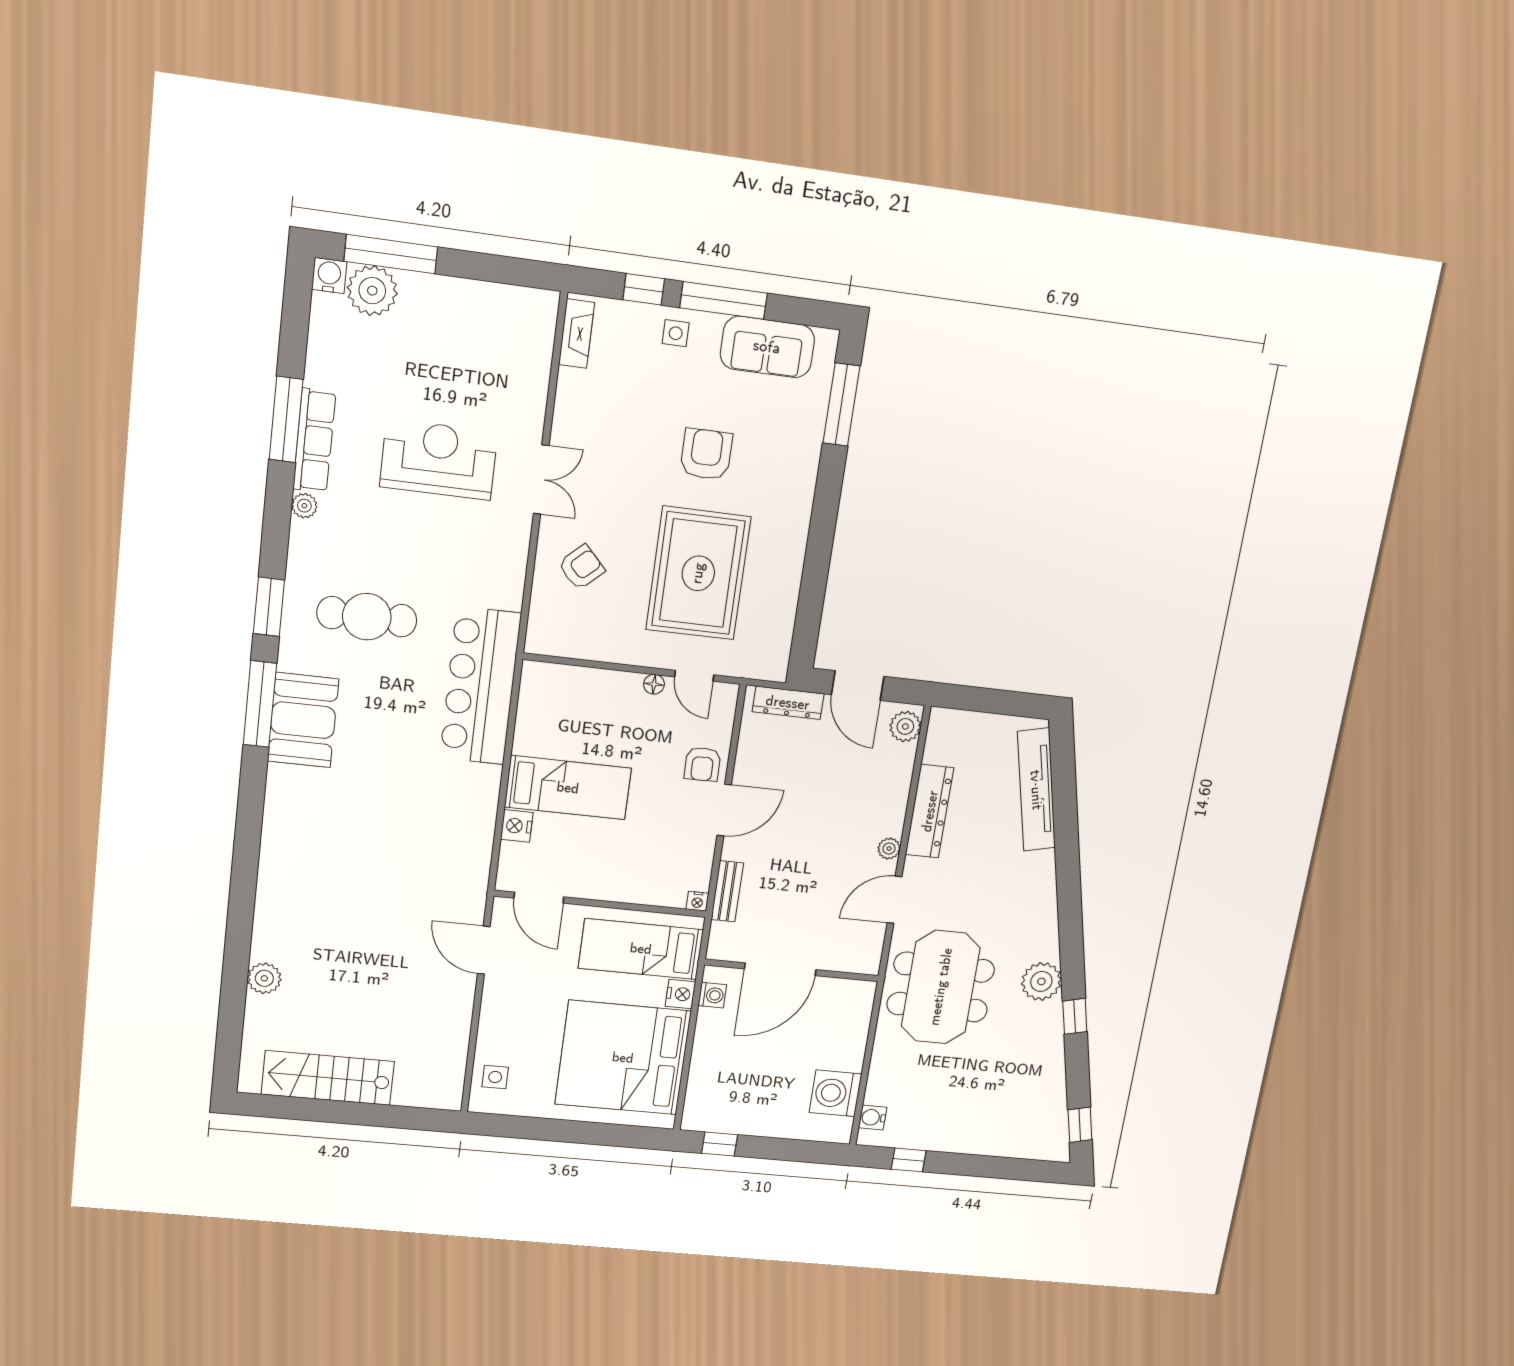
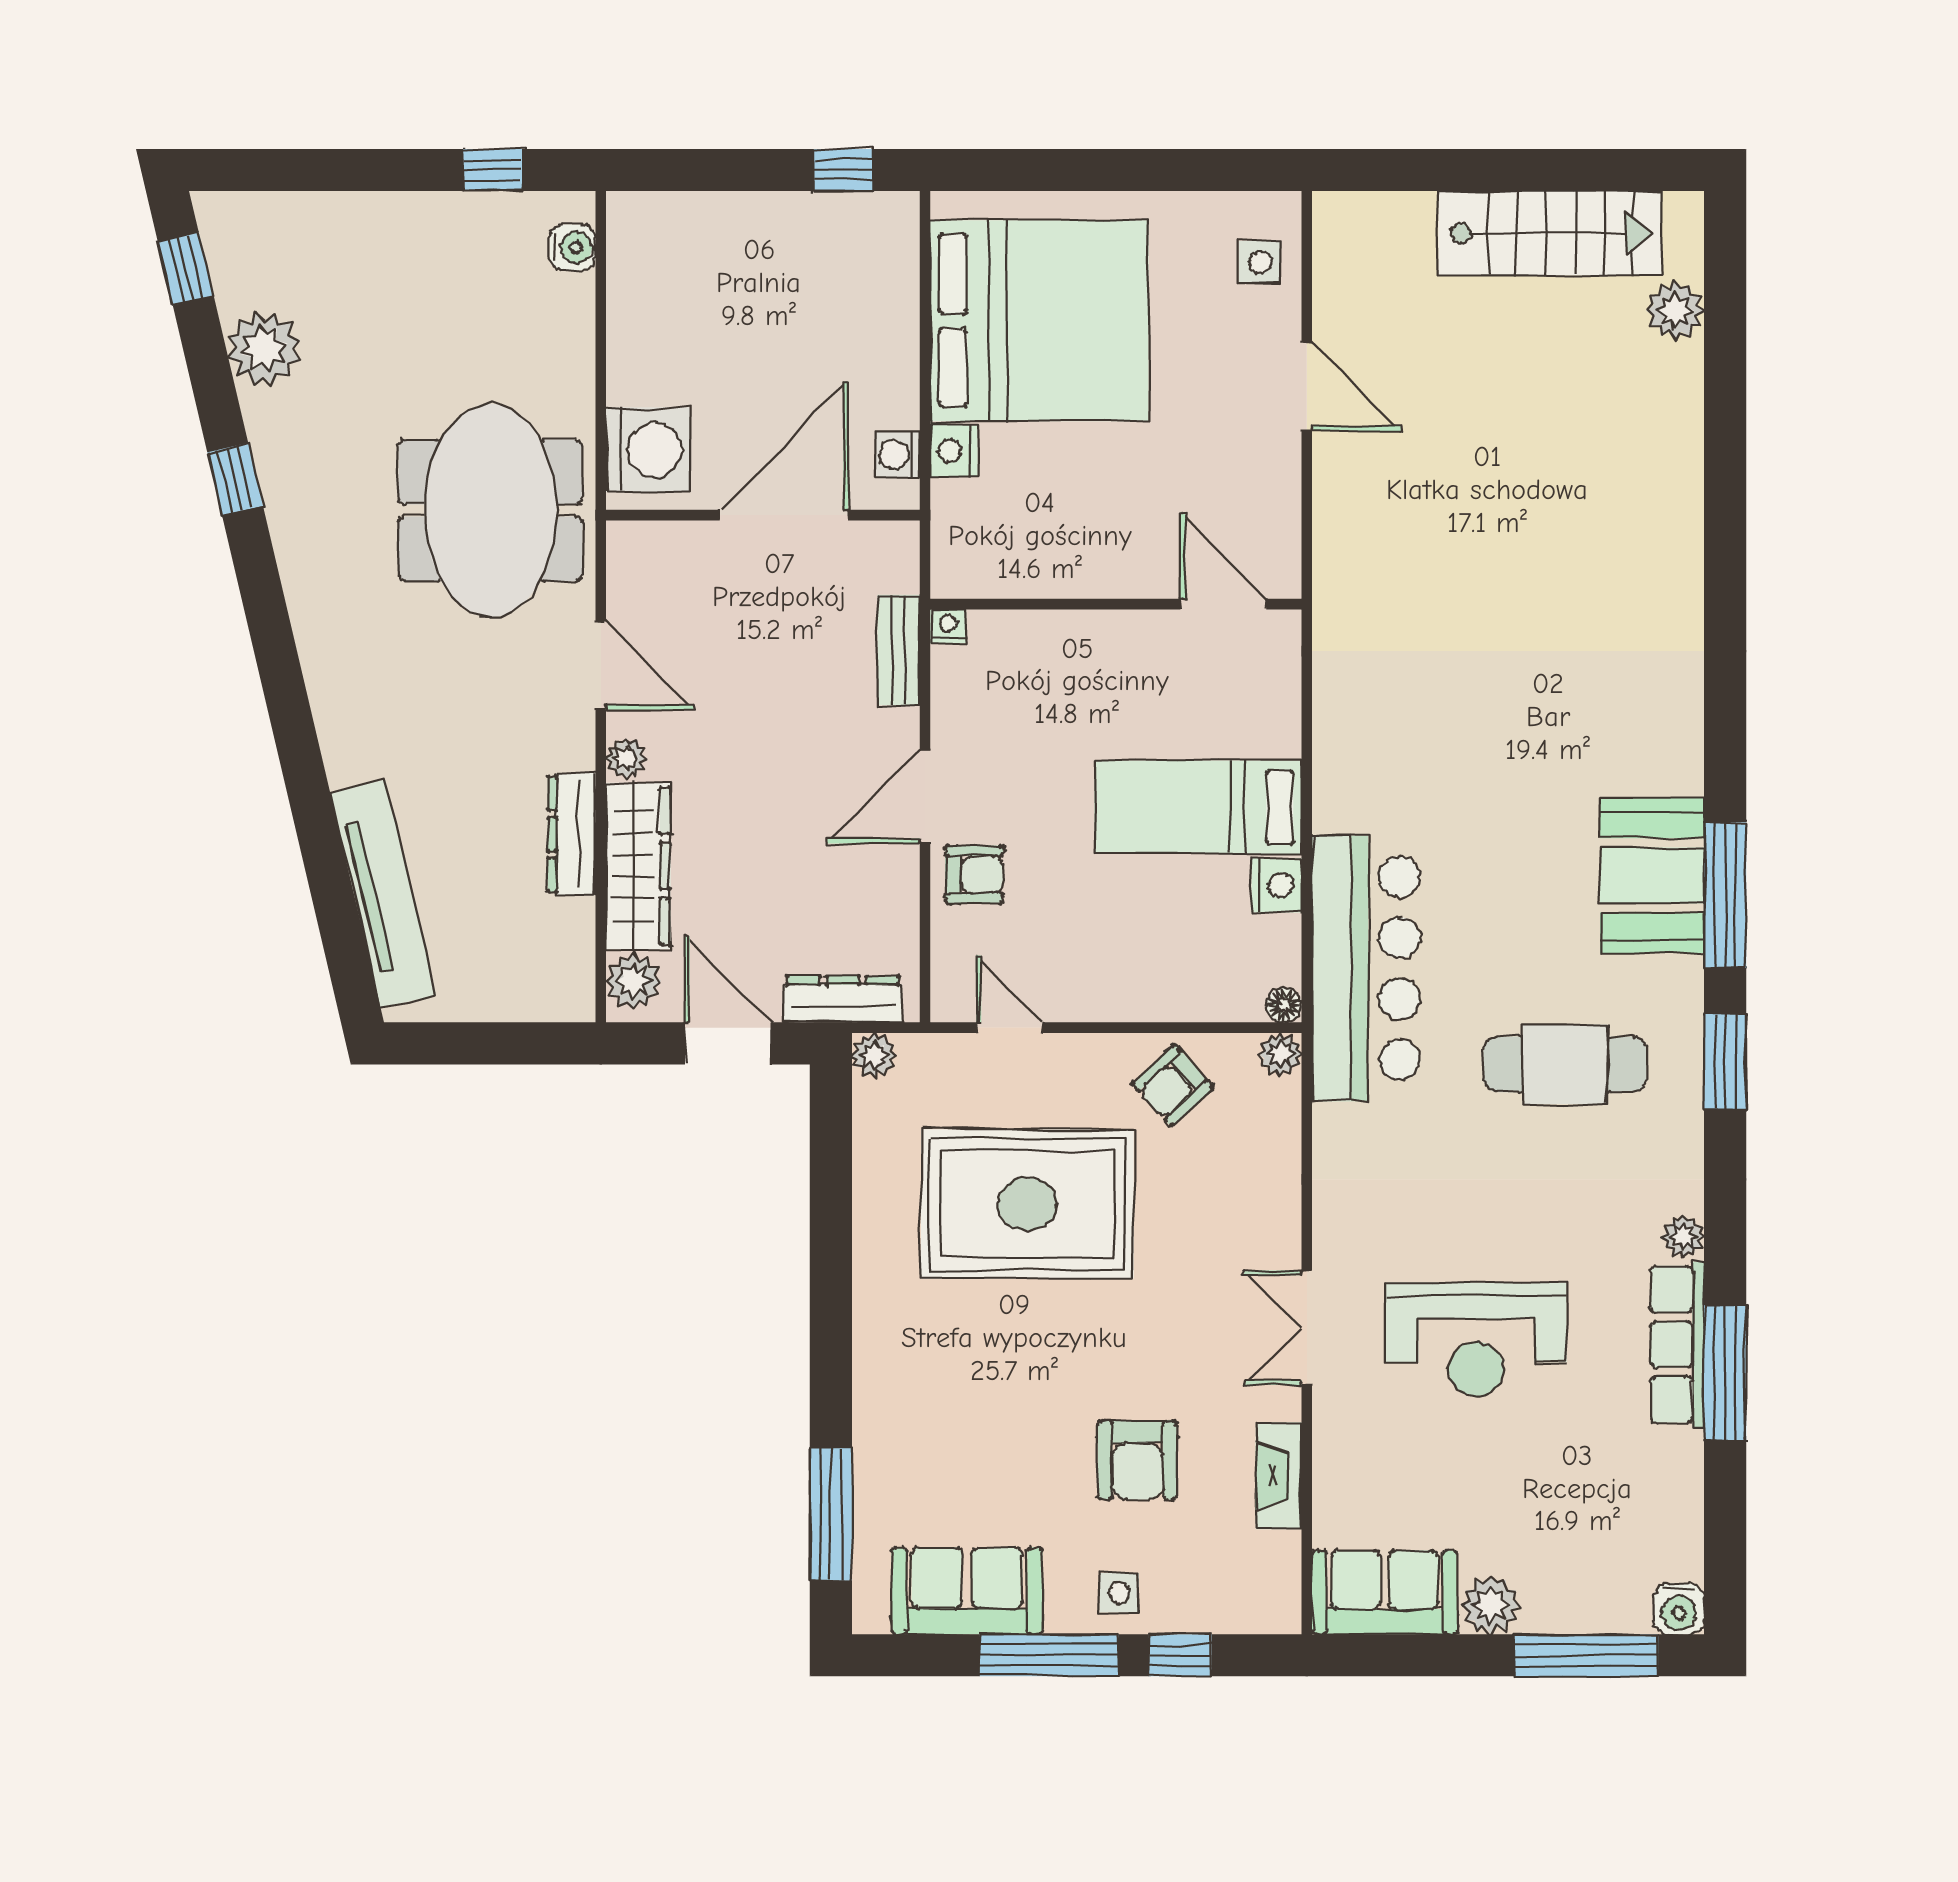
plant: (372, 291) -> (1491, 1605), moved, width x0.73, depth x0.73
sofa: (513, 311) -> (1385, 1592), added
fireplace: (577, 334) -> (1279, 1476), moved
armchair: (706, 454) -> (1137, 1460), moved
armchair: (581, 567) -> (1173, 1085), moved
rug: (698, 573) -> (1027, 1204), turned 90
plant: (537, 642) -> (1280, 1054), added
plant: (775, 669) -> (874, 1055), added
floor lamp: (654, 684) -> (1284, 1005), moved
armchair: (702, 764) -> (974, 874), turned 91
wardrobe: (892, 790) -> (638, 866), added
dresser: (930, 811) -> (572, 834), width x0.73, depth x0.80
nightstand: (517, 826) -> (1277, 885), moved
door: (895, 900) -> (601, 666), hinge flipped
bed: (641, 949) -> (1035, 528), removed
door: (484, 950) -> (1307, 386), moved
plant: (264, 978) -> (1675, 311), moved
plant: (1041, 981) -> (264, 349), moved
washing machine: (835, 1093) -> (648, 450), moved

